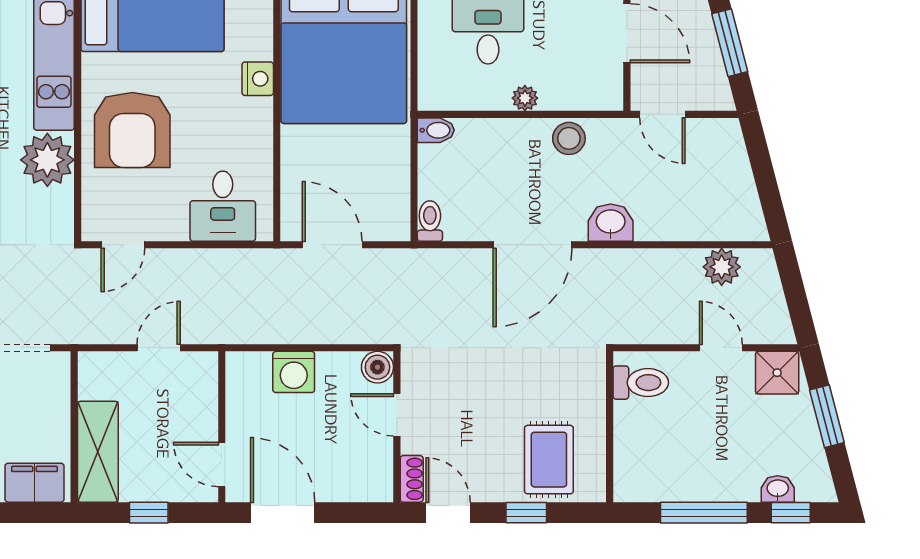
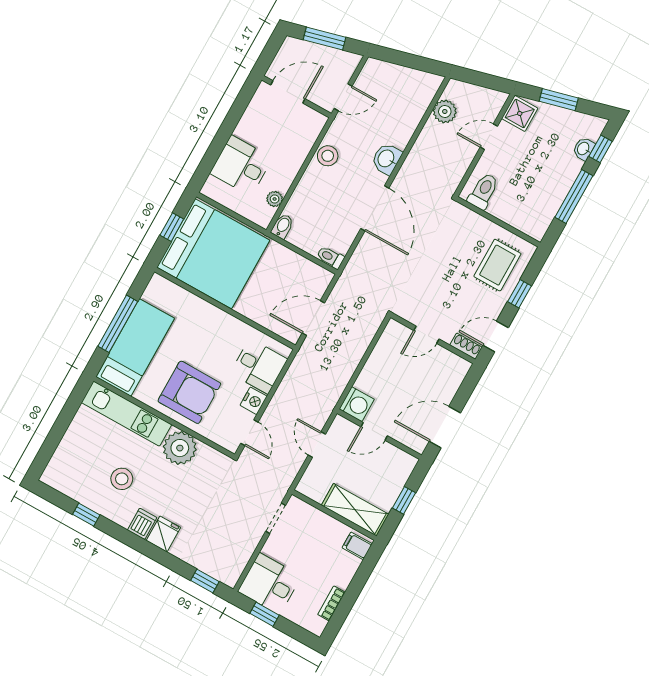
nightstand: (258, 79) -> (254, 401), moved, turned 90
plant: (525, 98) -> (275, 199), moved
boiler: (377, 367) -> (394, 331), removed
washing machine: (294, 372) -> (357, 404), moved
rug: (549, 460) -> (497, 265), turned 90
door: (222, 464) -> (374, 431), moved
filing cabinet: (35, 483) -> (357, 546), width x0.50

